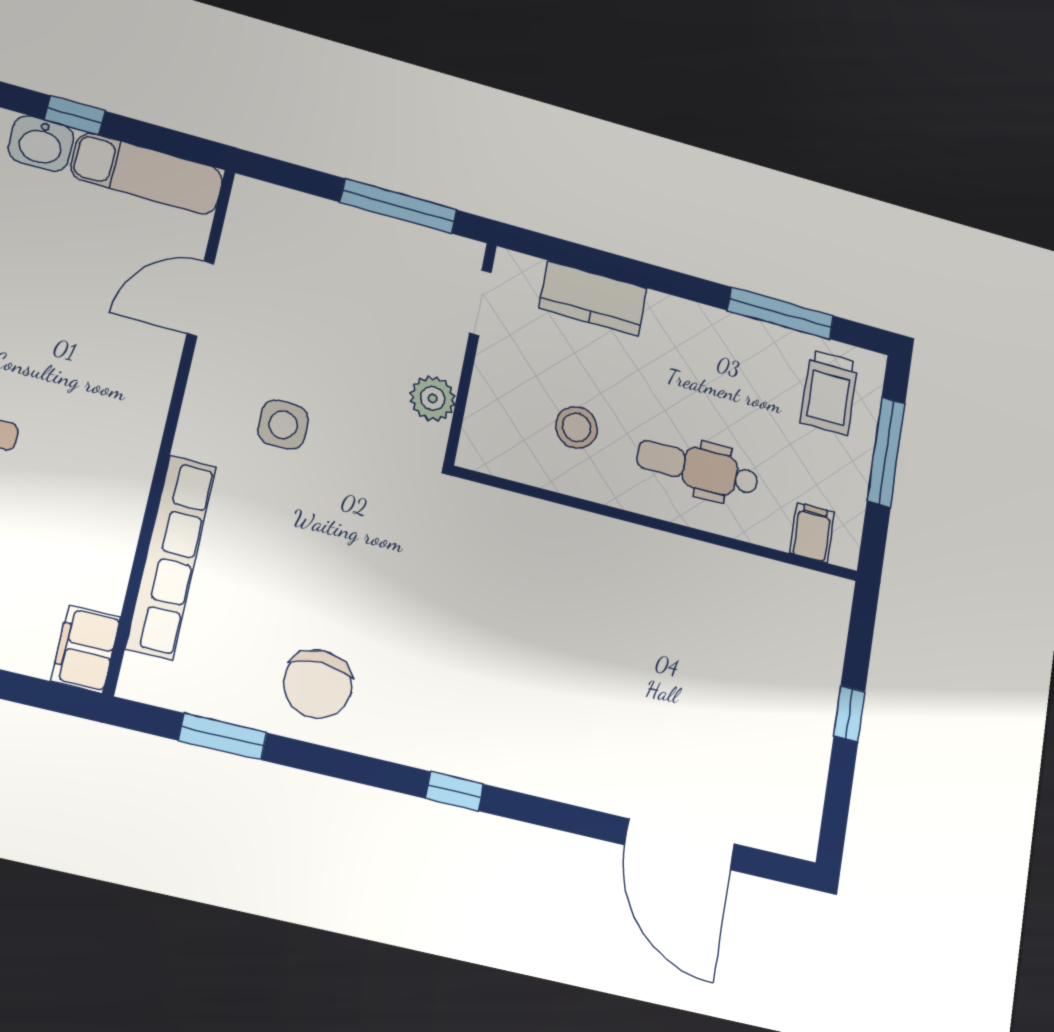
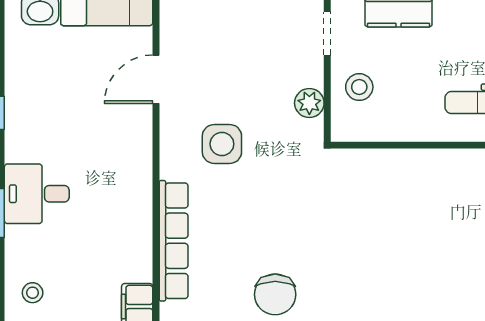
side table: (283, 425) -> (222, 144), width x1.37, depth x1.37
stool: (577, 427) -> (359, 87), moved

